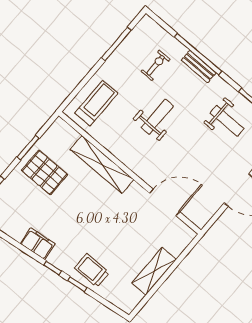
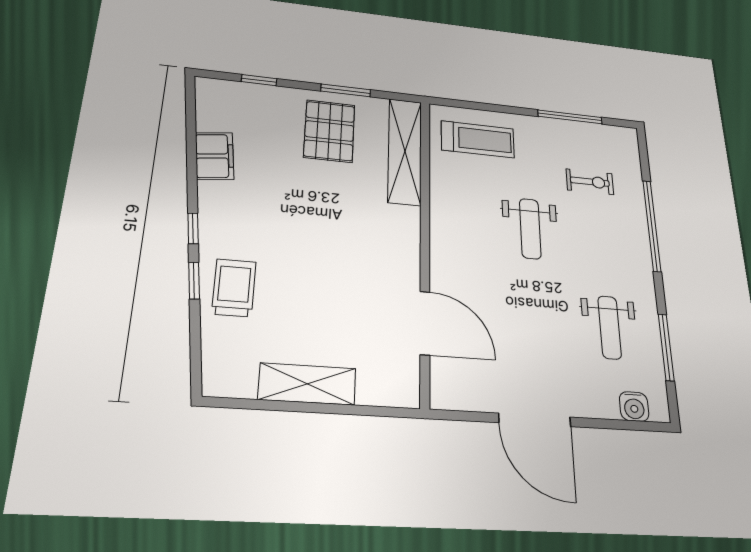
bench: (199, 66) -> (639, 237), removed
weight bench: (157, 117) -> (530, 229), turned 90
shelving: (102, 164) -> (405, 151), moved
filing cabinet: (38, 244) -> (215, 156), moved

